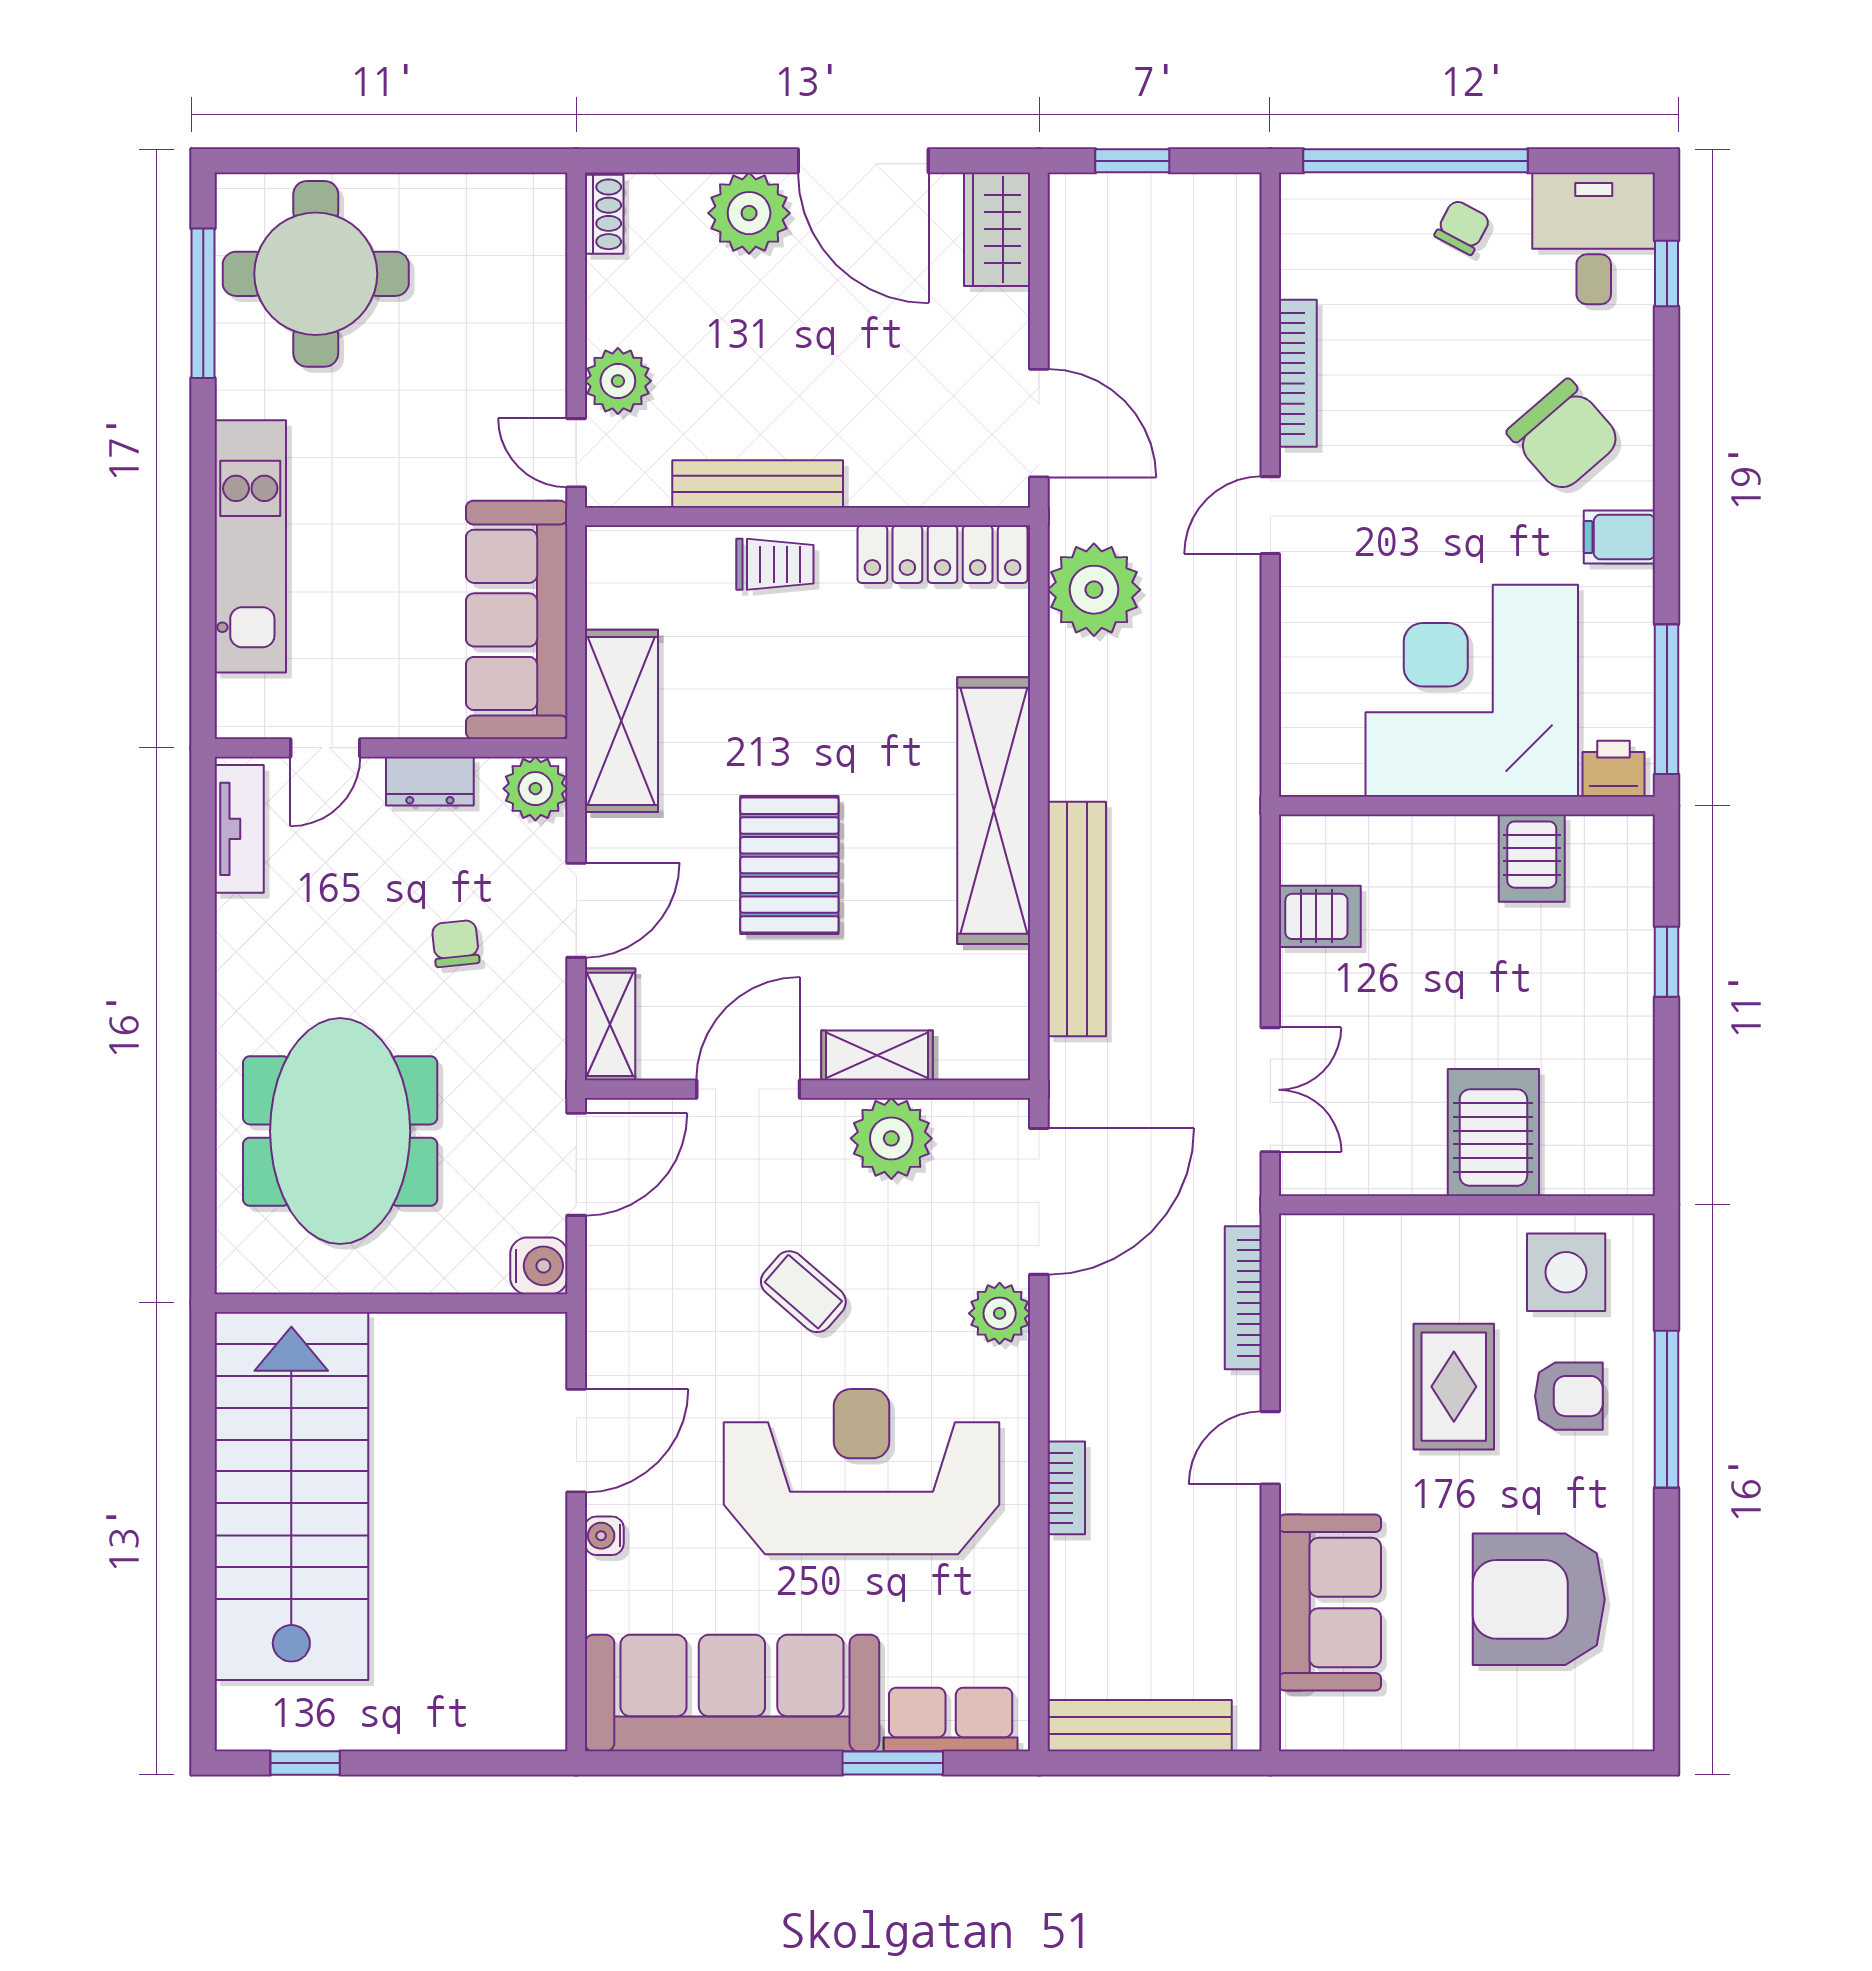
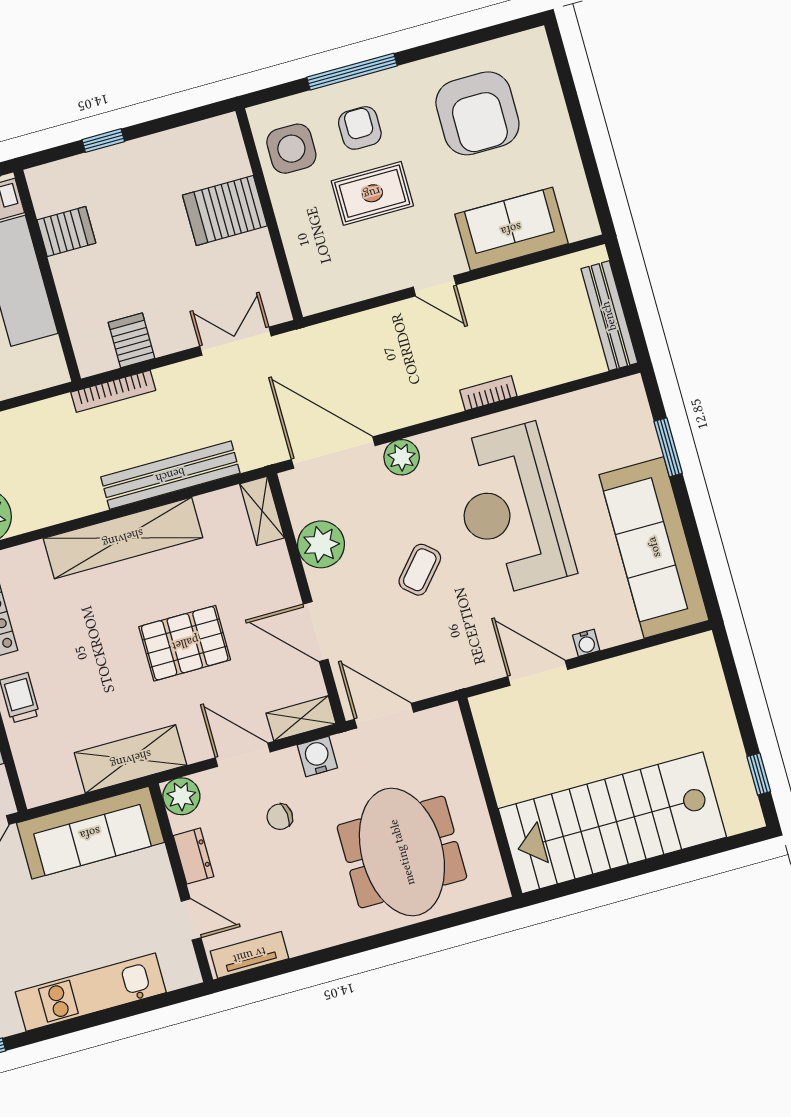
shelving: (877, 1055) -> (262, 511), moved
meeting table: (340, 1131) -> (402, 852), turned 90
water cooler: (539, 1266) -> (317, 756), moved
bookcase: (1243, 1298) -> (113, 391), moved
row of seats: (951, 1719) -> (635, 422), removed

